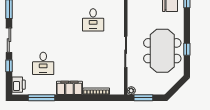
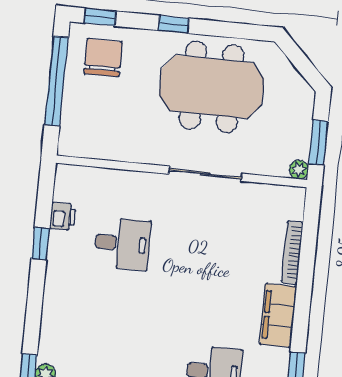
window: (187, 49) -> (174, 24), moved

